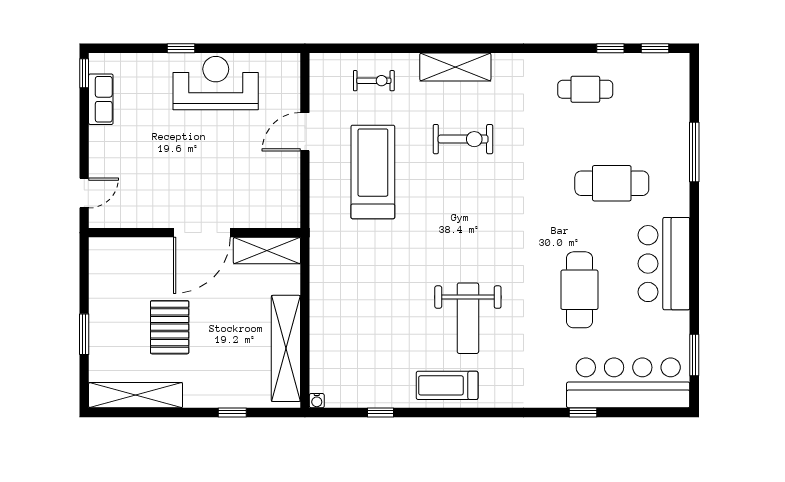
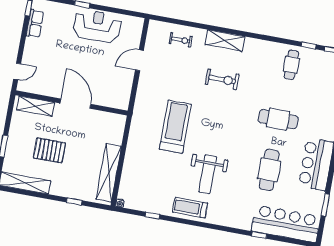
cafe table: (585, 89) -> (291, 65), turned 90
treadmill: (373, 172) -> (175, 127), moved
cafe table: (612, 183) -> (278, 119), moved
door: (202, 233) -> (75, 104), swing flipped
shelving: (267, 251) -> (35, 106), moved
pallet: (170, 327) -> (49, 150), turned 90
window: (694, 355) -> (325, 205), moved

